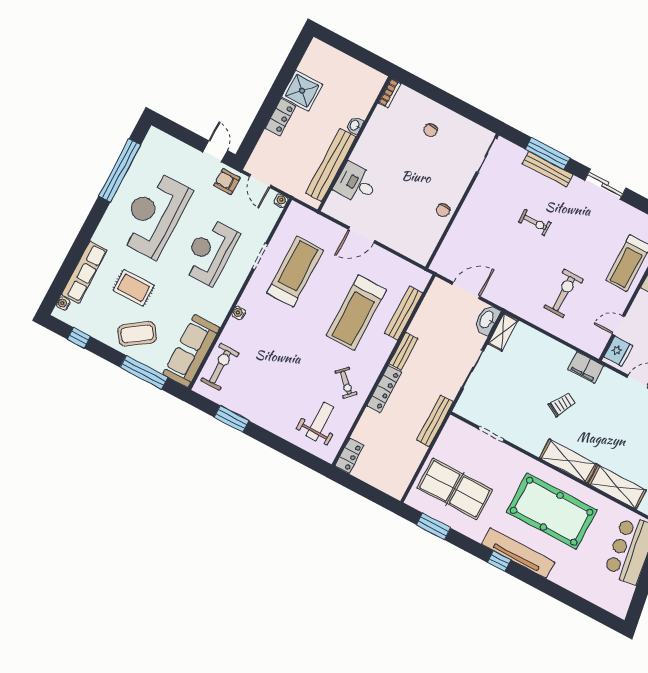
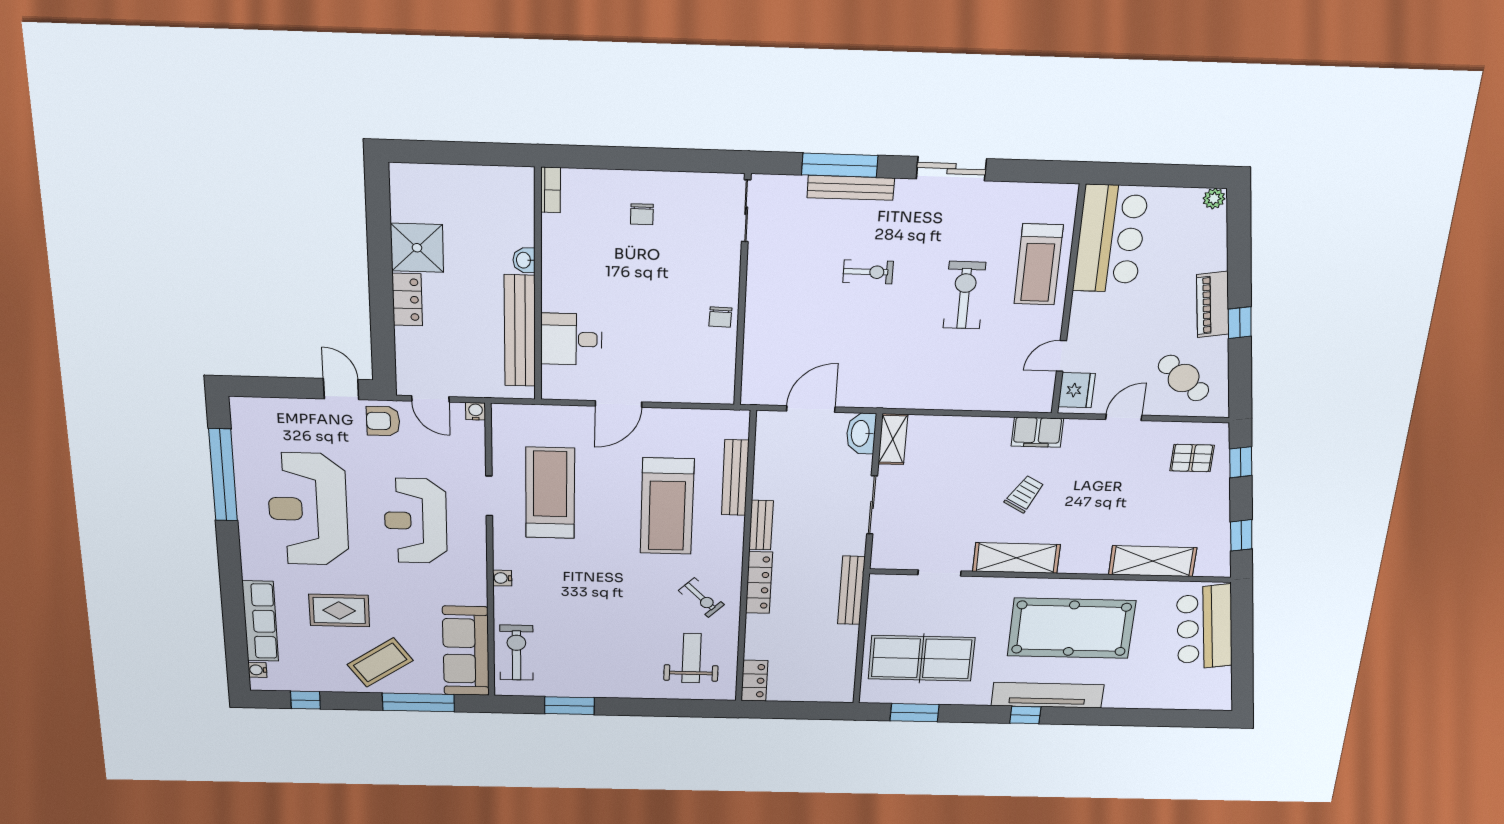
exercise bike: (564, 294) -> (964, 295), moved
shelving: (568, 461) -> (1016, 558), moved

